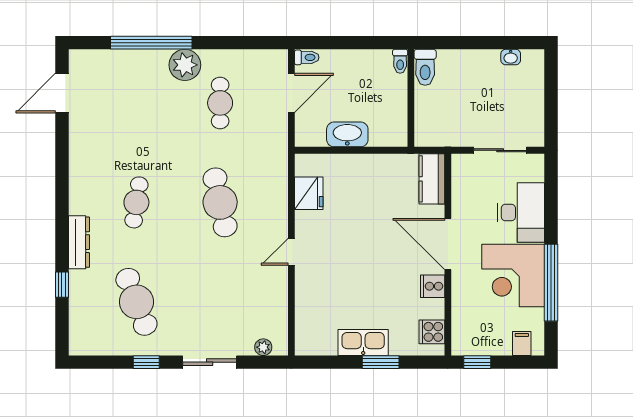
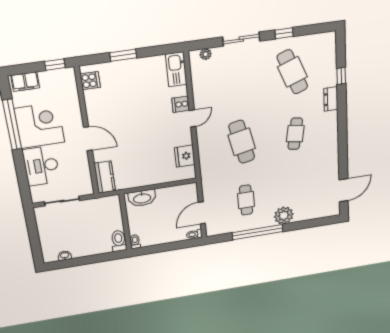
window: (151, 43) -> (258, 232), moved
plant: (185, 65) -> (284, 215), moved
washbasin: (347, 134) -> (142, 198), moved
dresser: (79, 242) -> (331, 99), width x0.70
door: (448, 244) -> (88, 139), width x0.73
cooker: (433, 286) -> (181, 104), moved, turned 180
kitchen sink: (363, 342) -> (176, 69), moved, turned 90
filing cabinet: (522, 343) -> (25, 82), width x2.00

